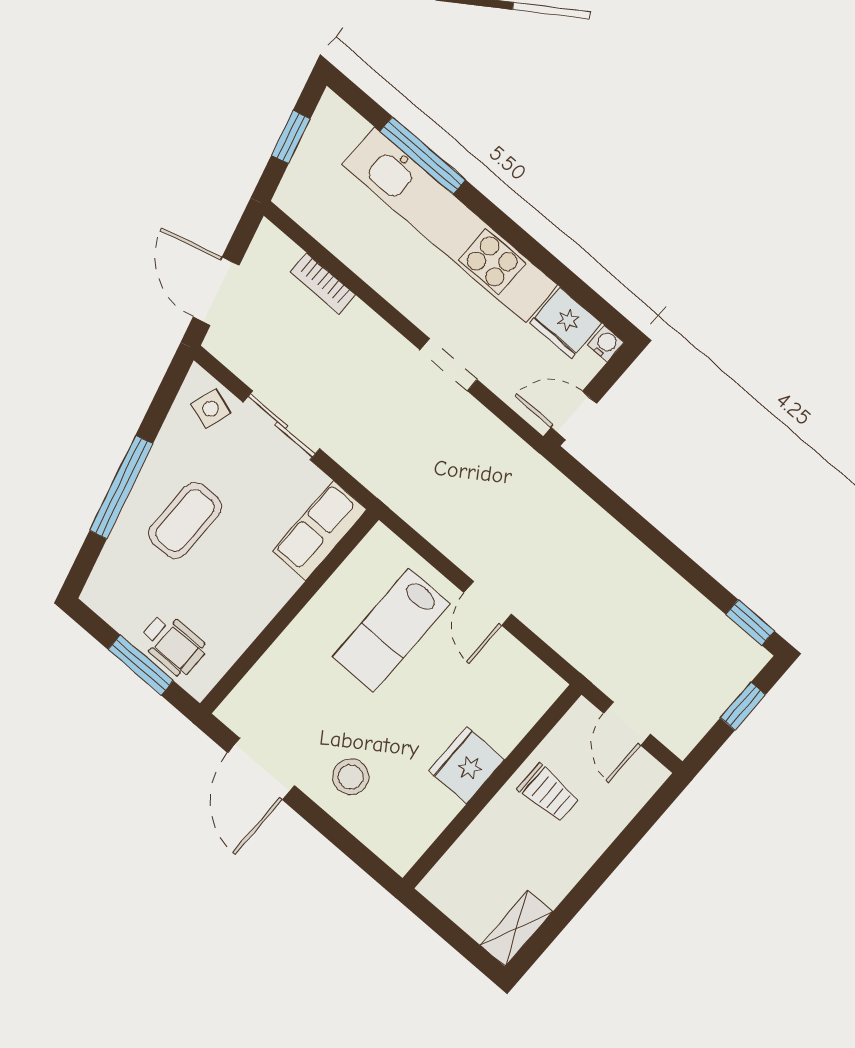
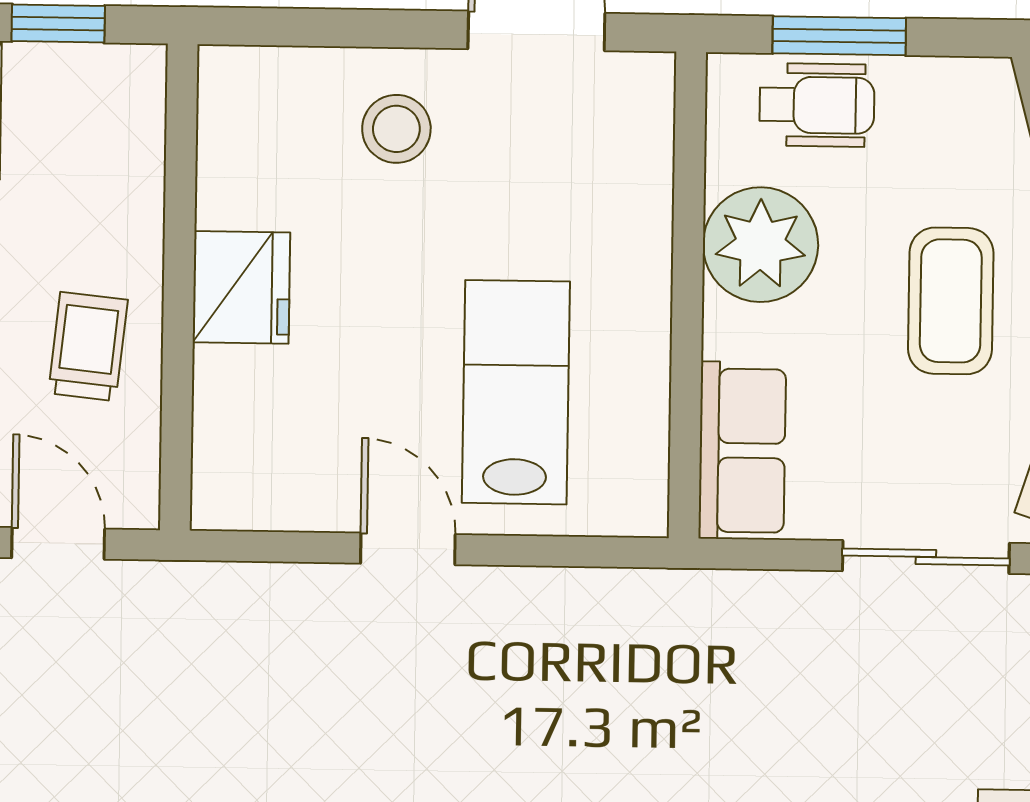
plant: (243, 607) -> (761, 245), added
wheelchair: (173, 645) -> (817, 105), turned 180
trolley: (549, 793) -> (88, 346), turned 96
window: (452, 933) -> (58, 23), added

